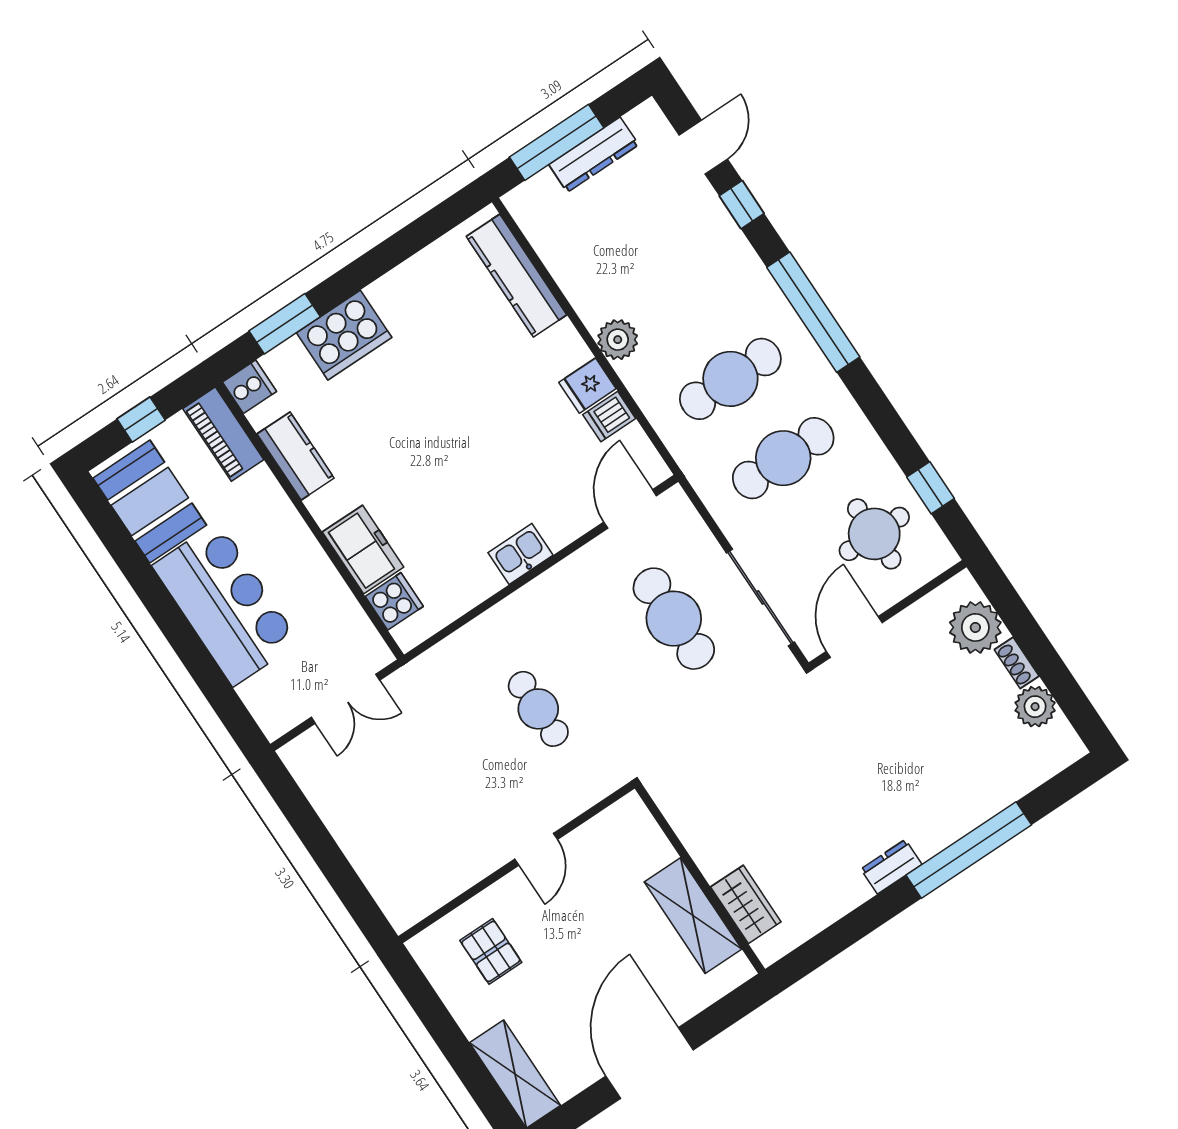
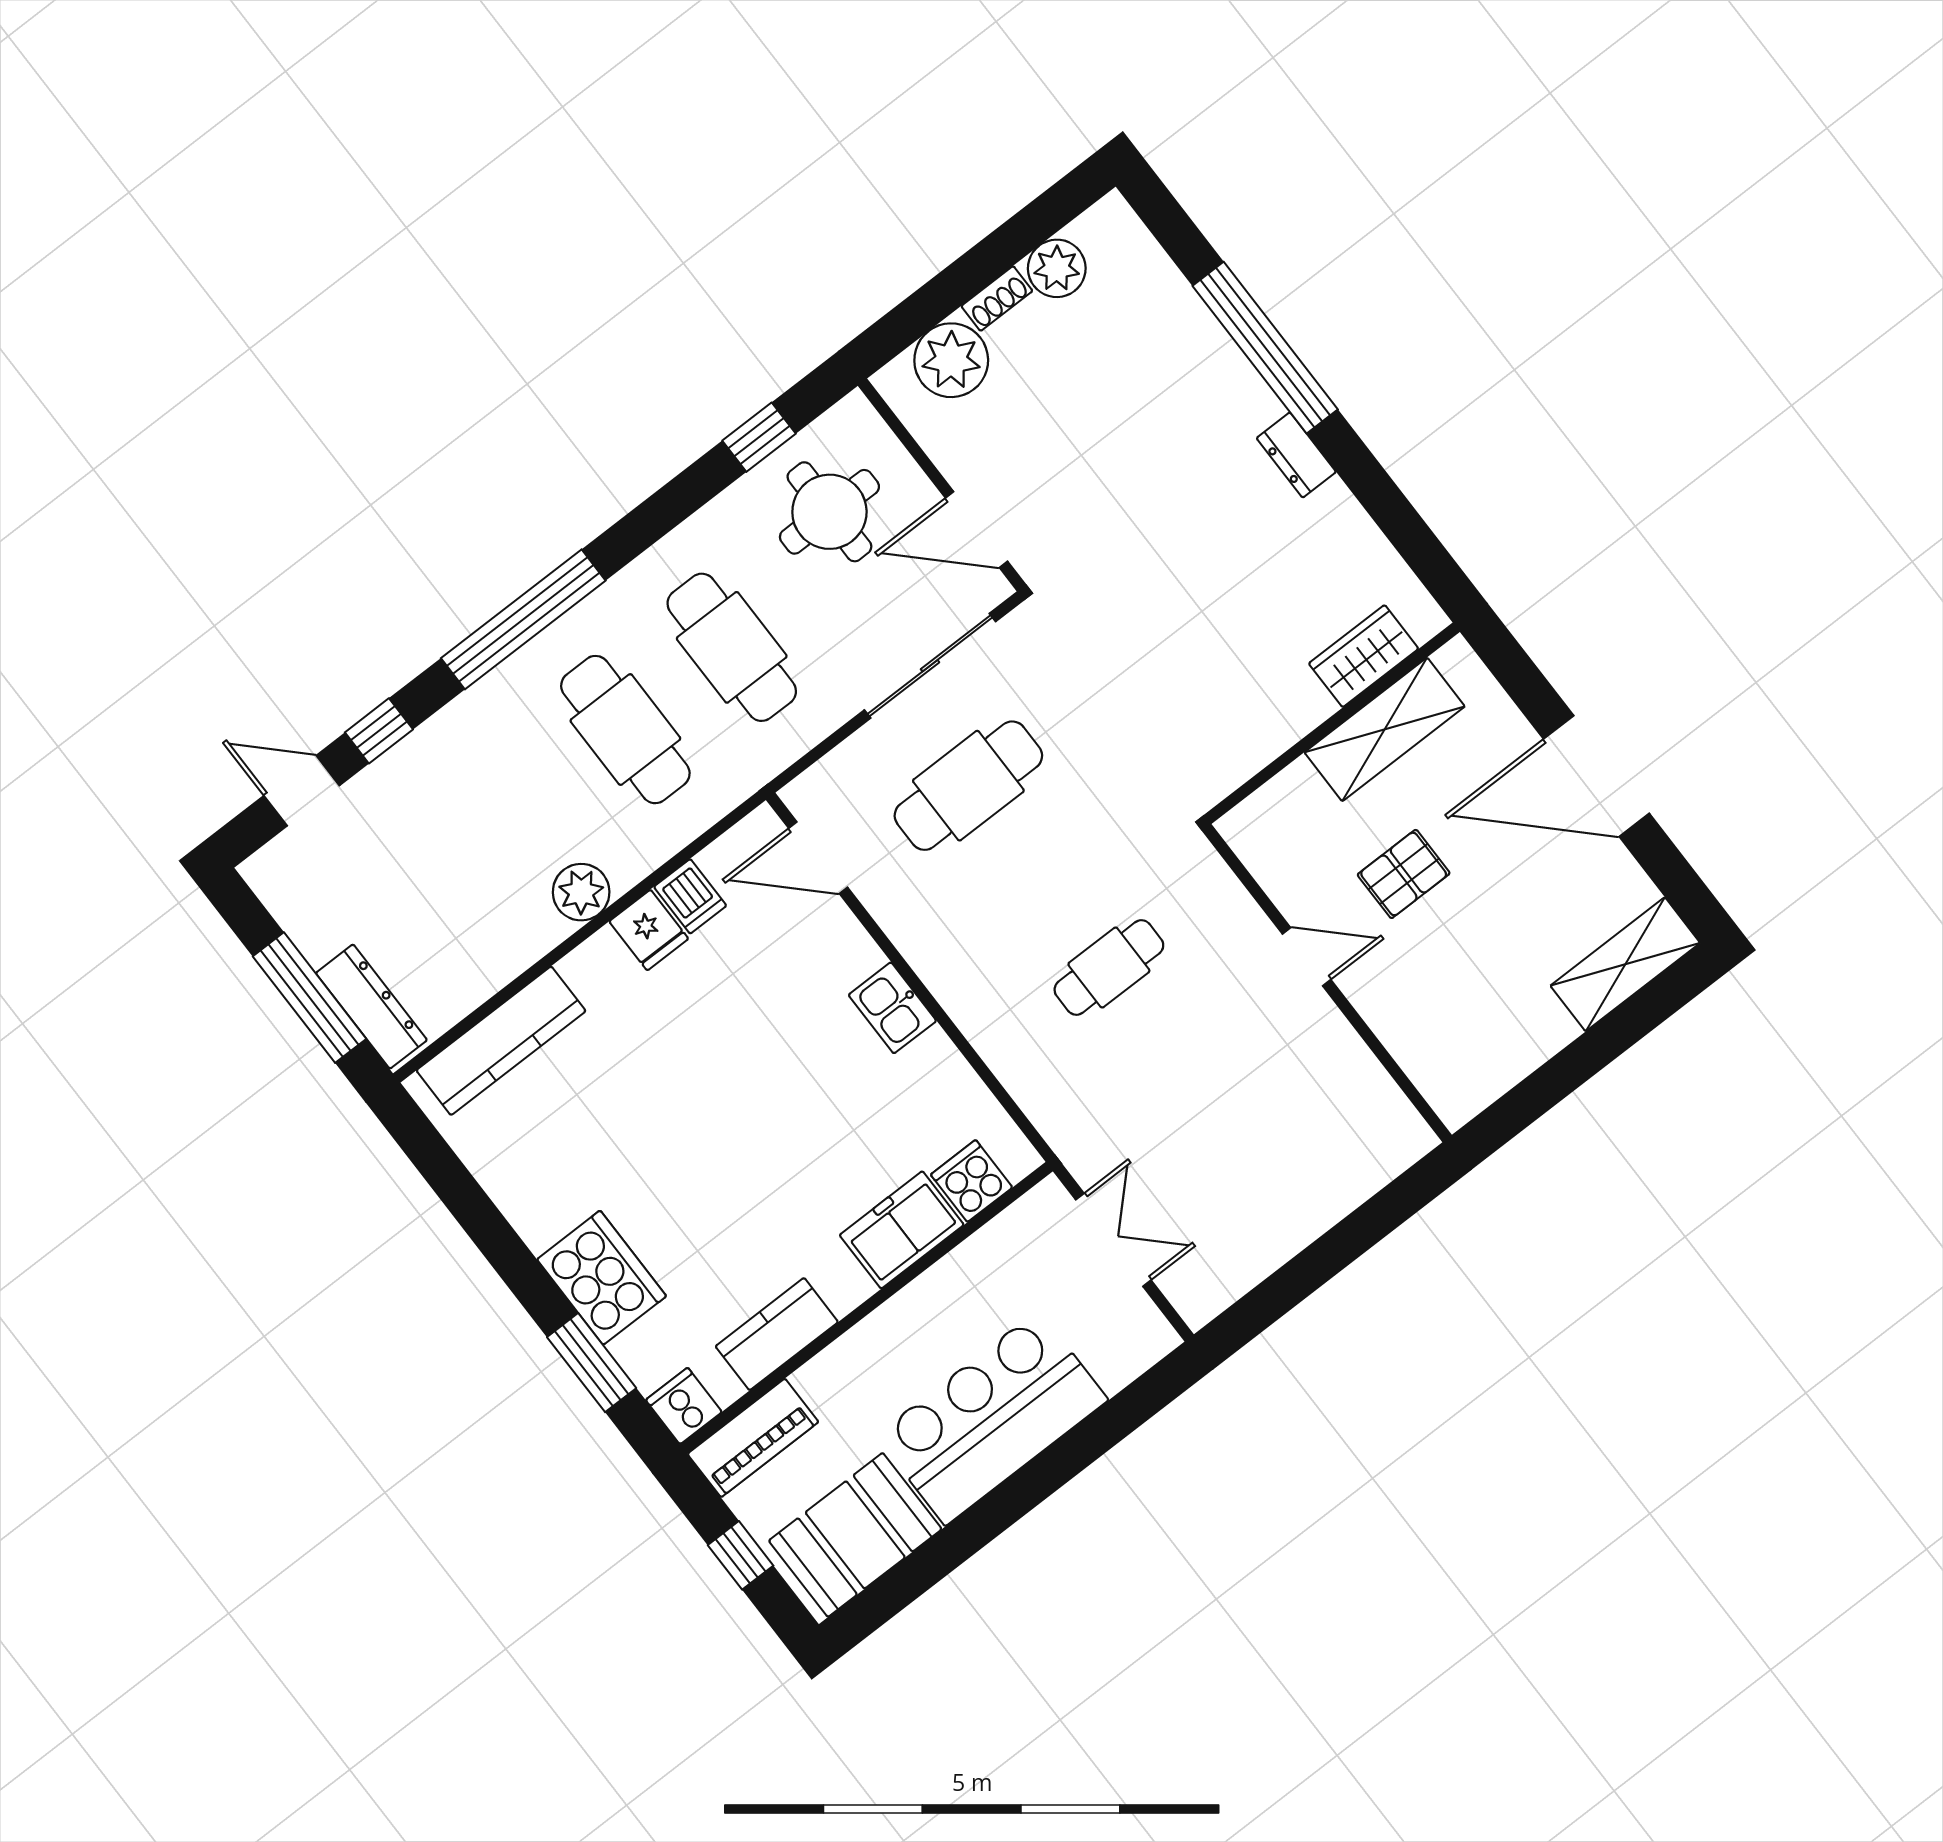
dresser: (594, 155) -> (371, 1007), moved
pallet: (491, 951) -> (1404, 874), moved

